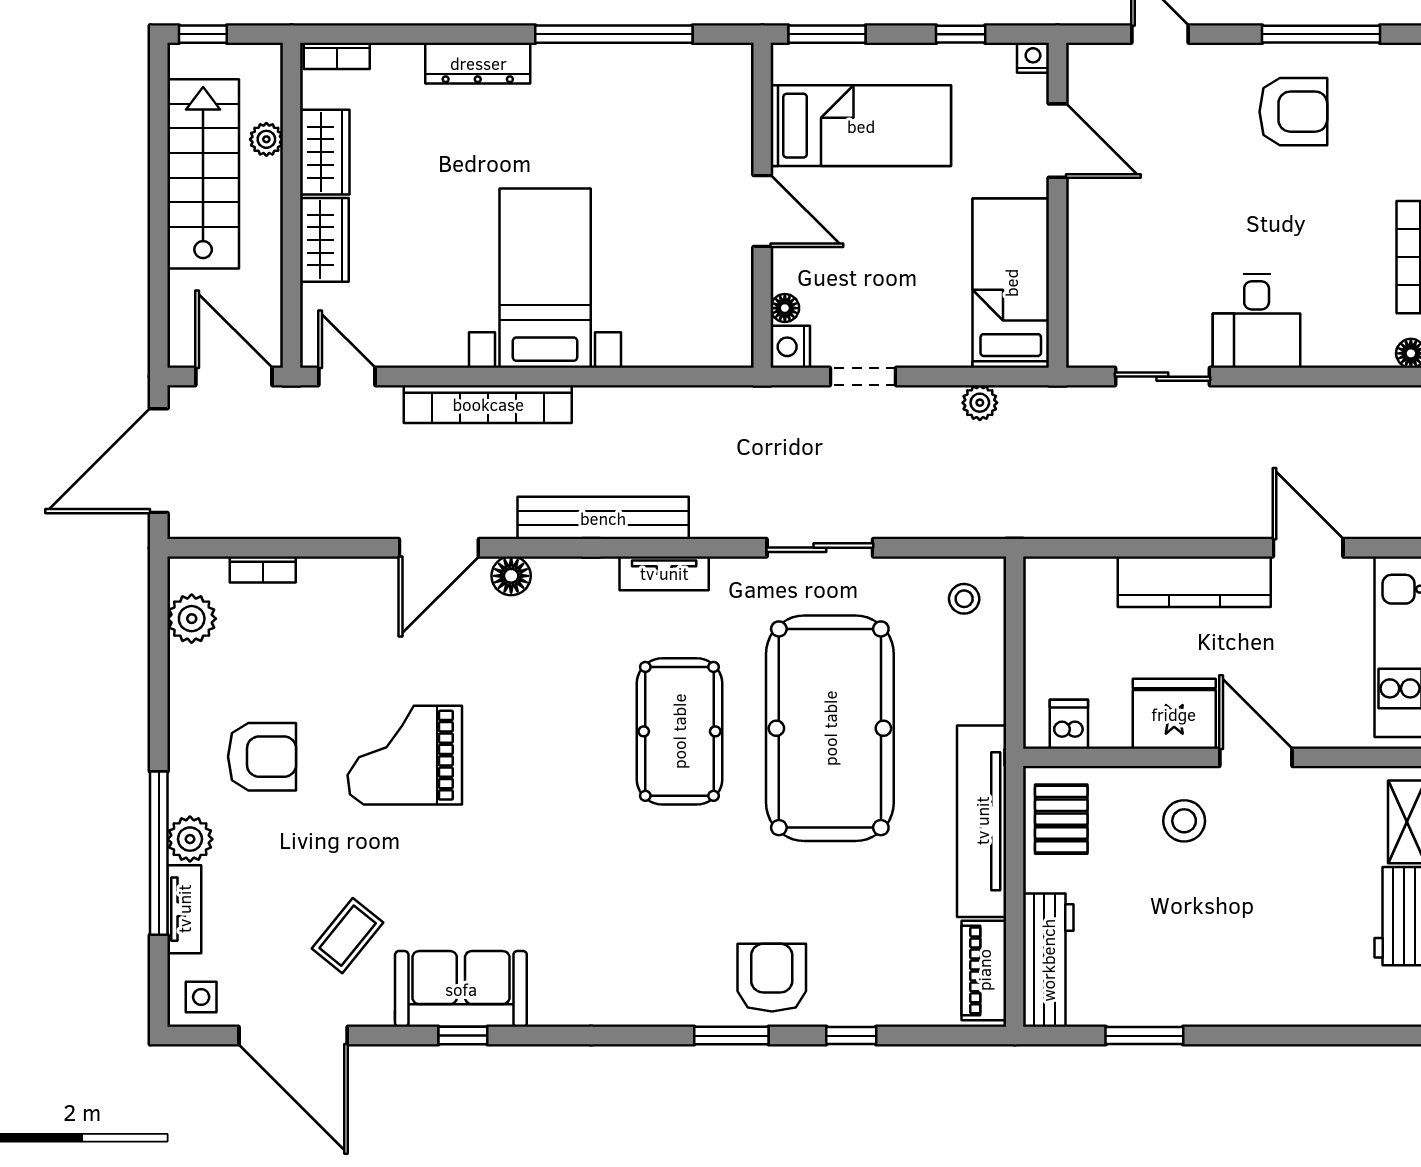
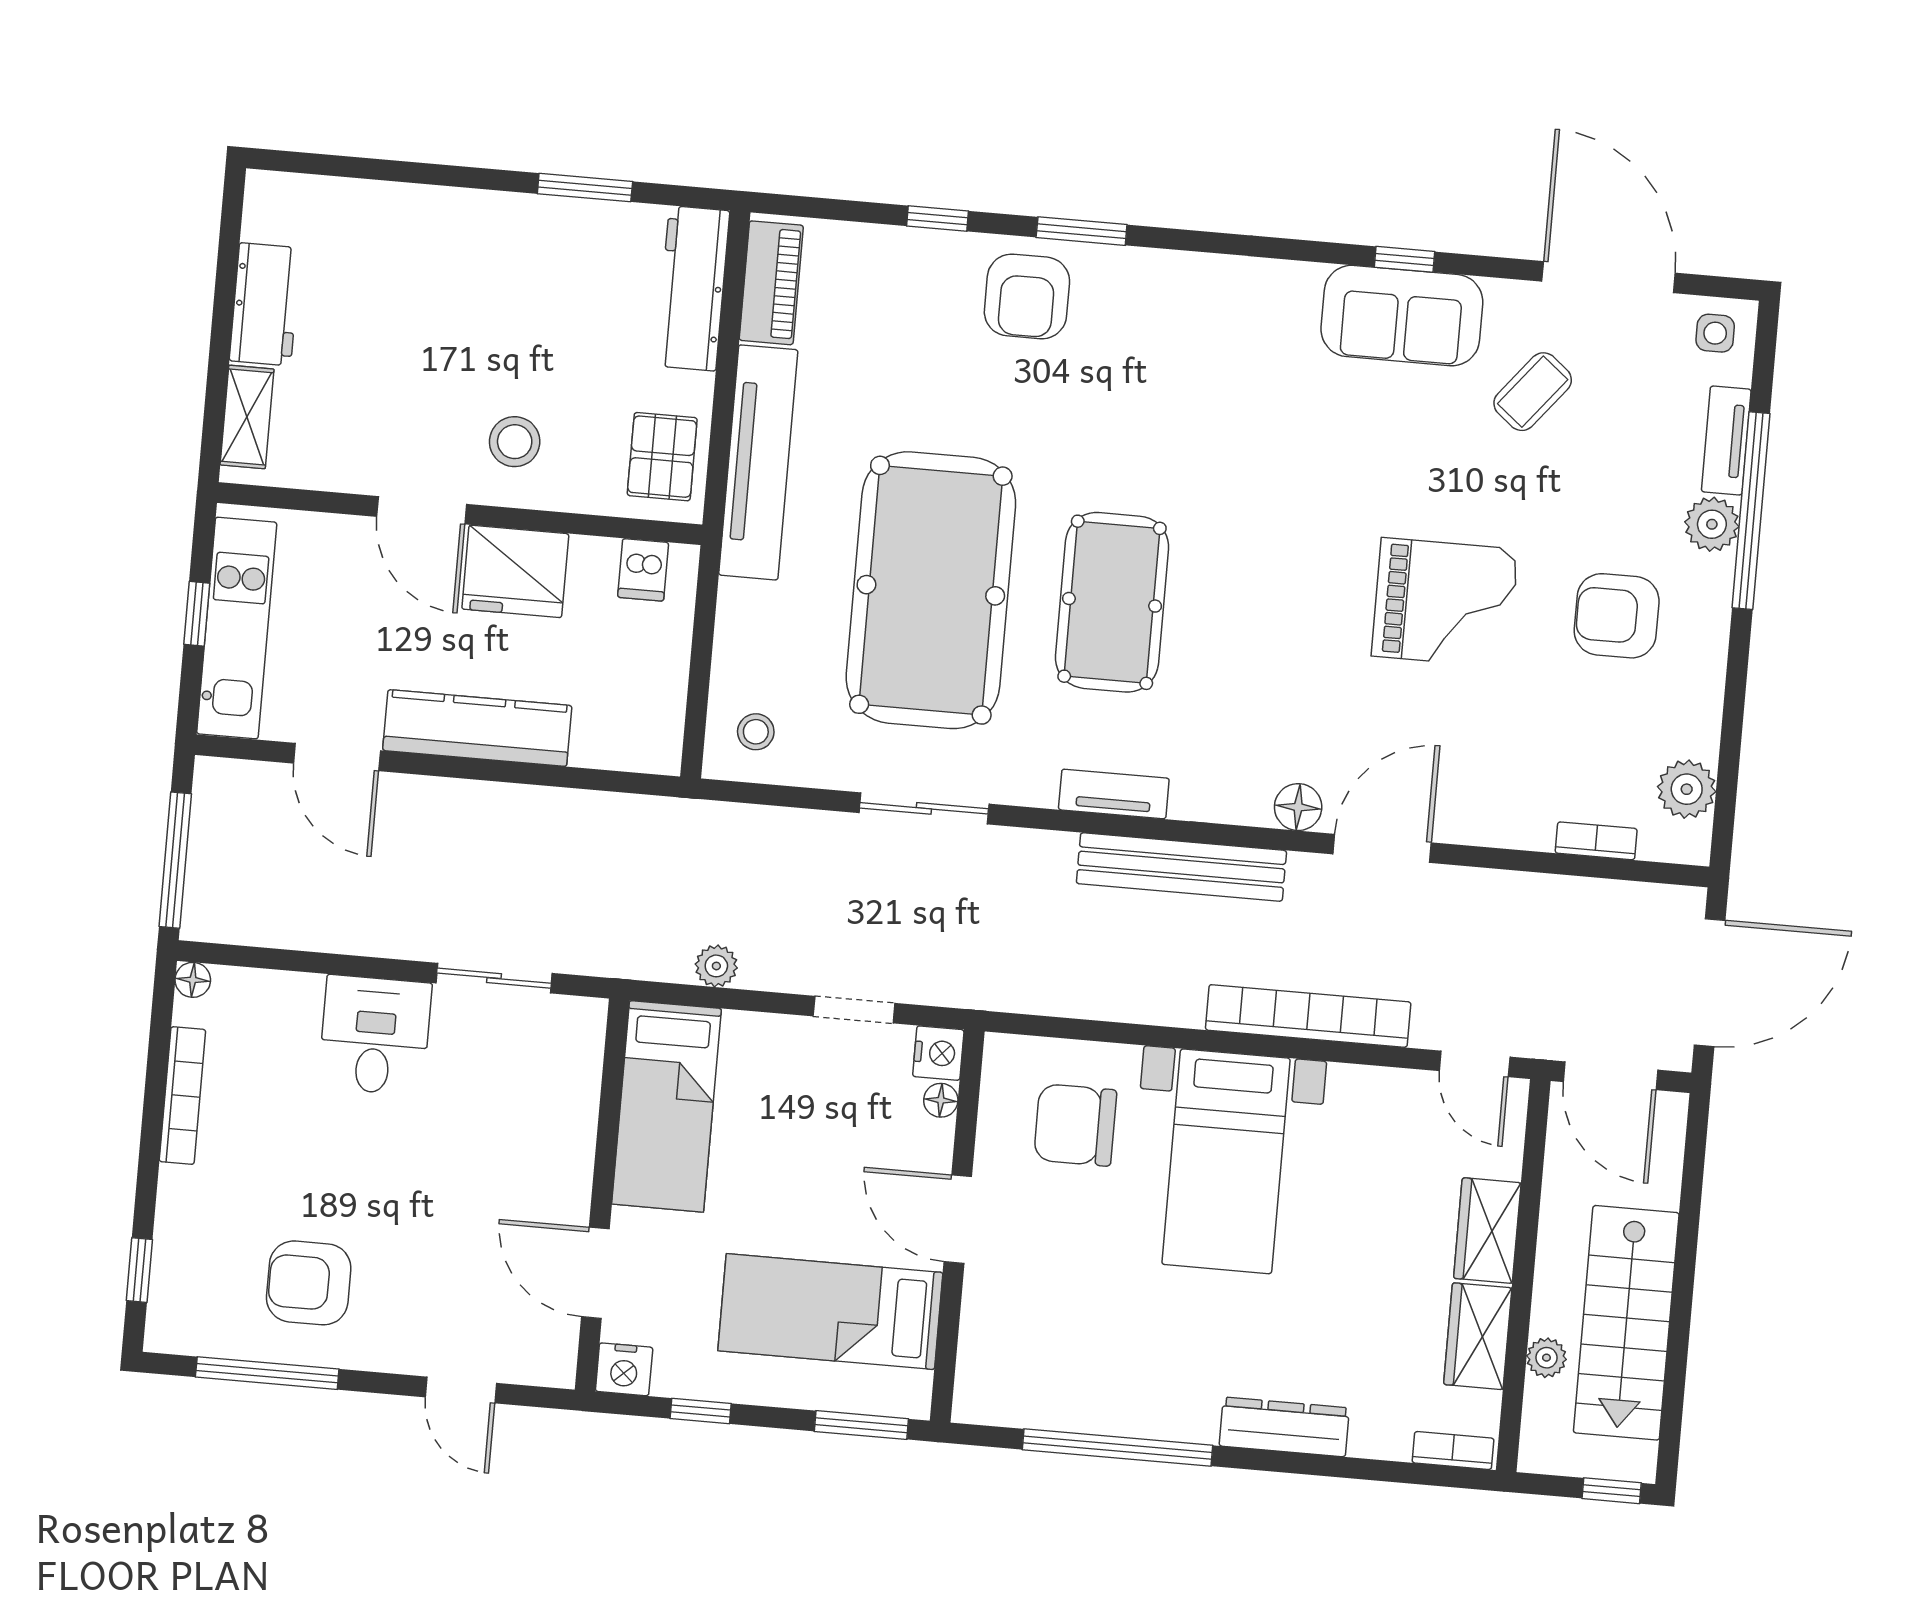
nightstand: (1033, 58) -> (624, 1369), width x1.39, depth x1.35
chair: (672, 297) -> (1075, 1125), added

